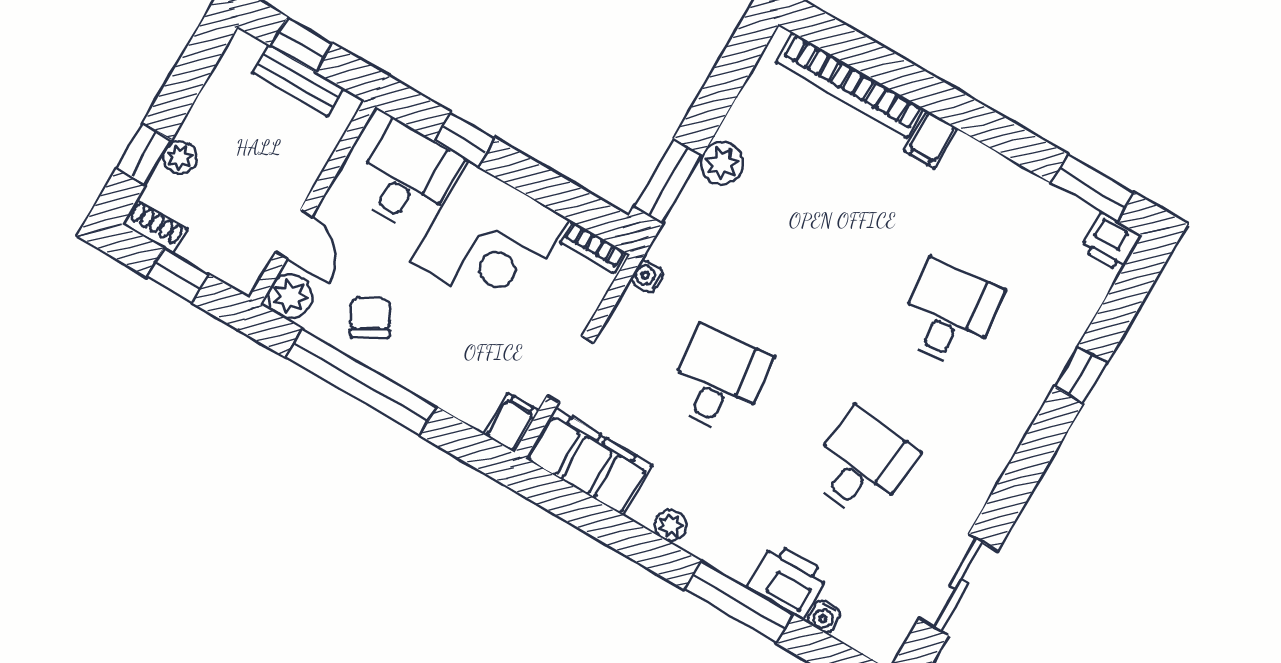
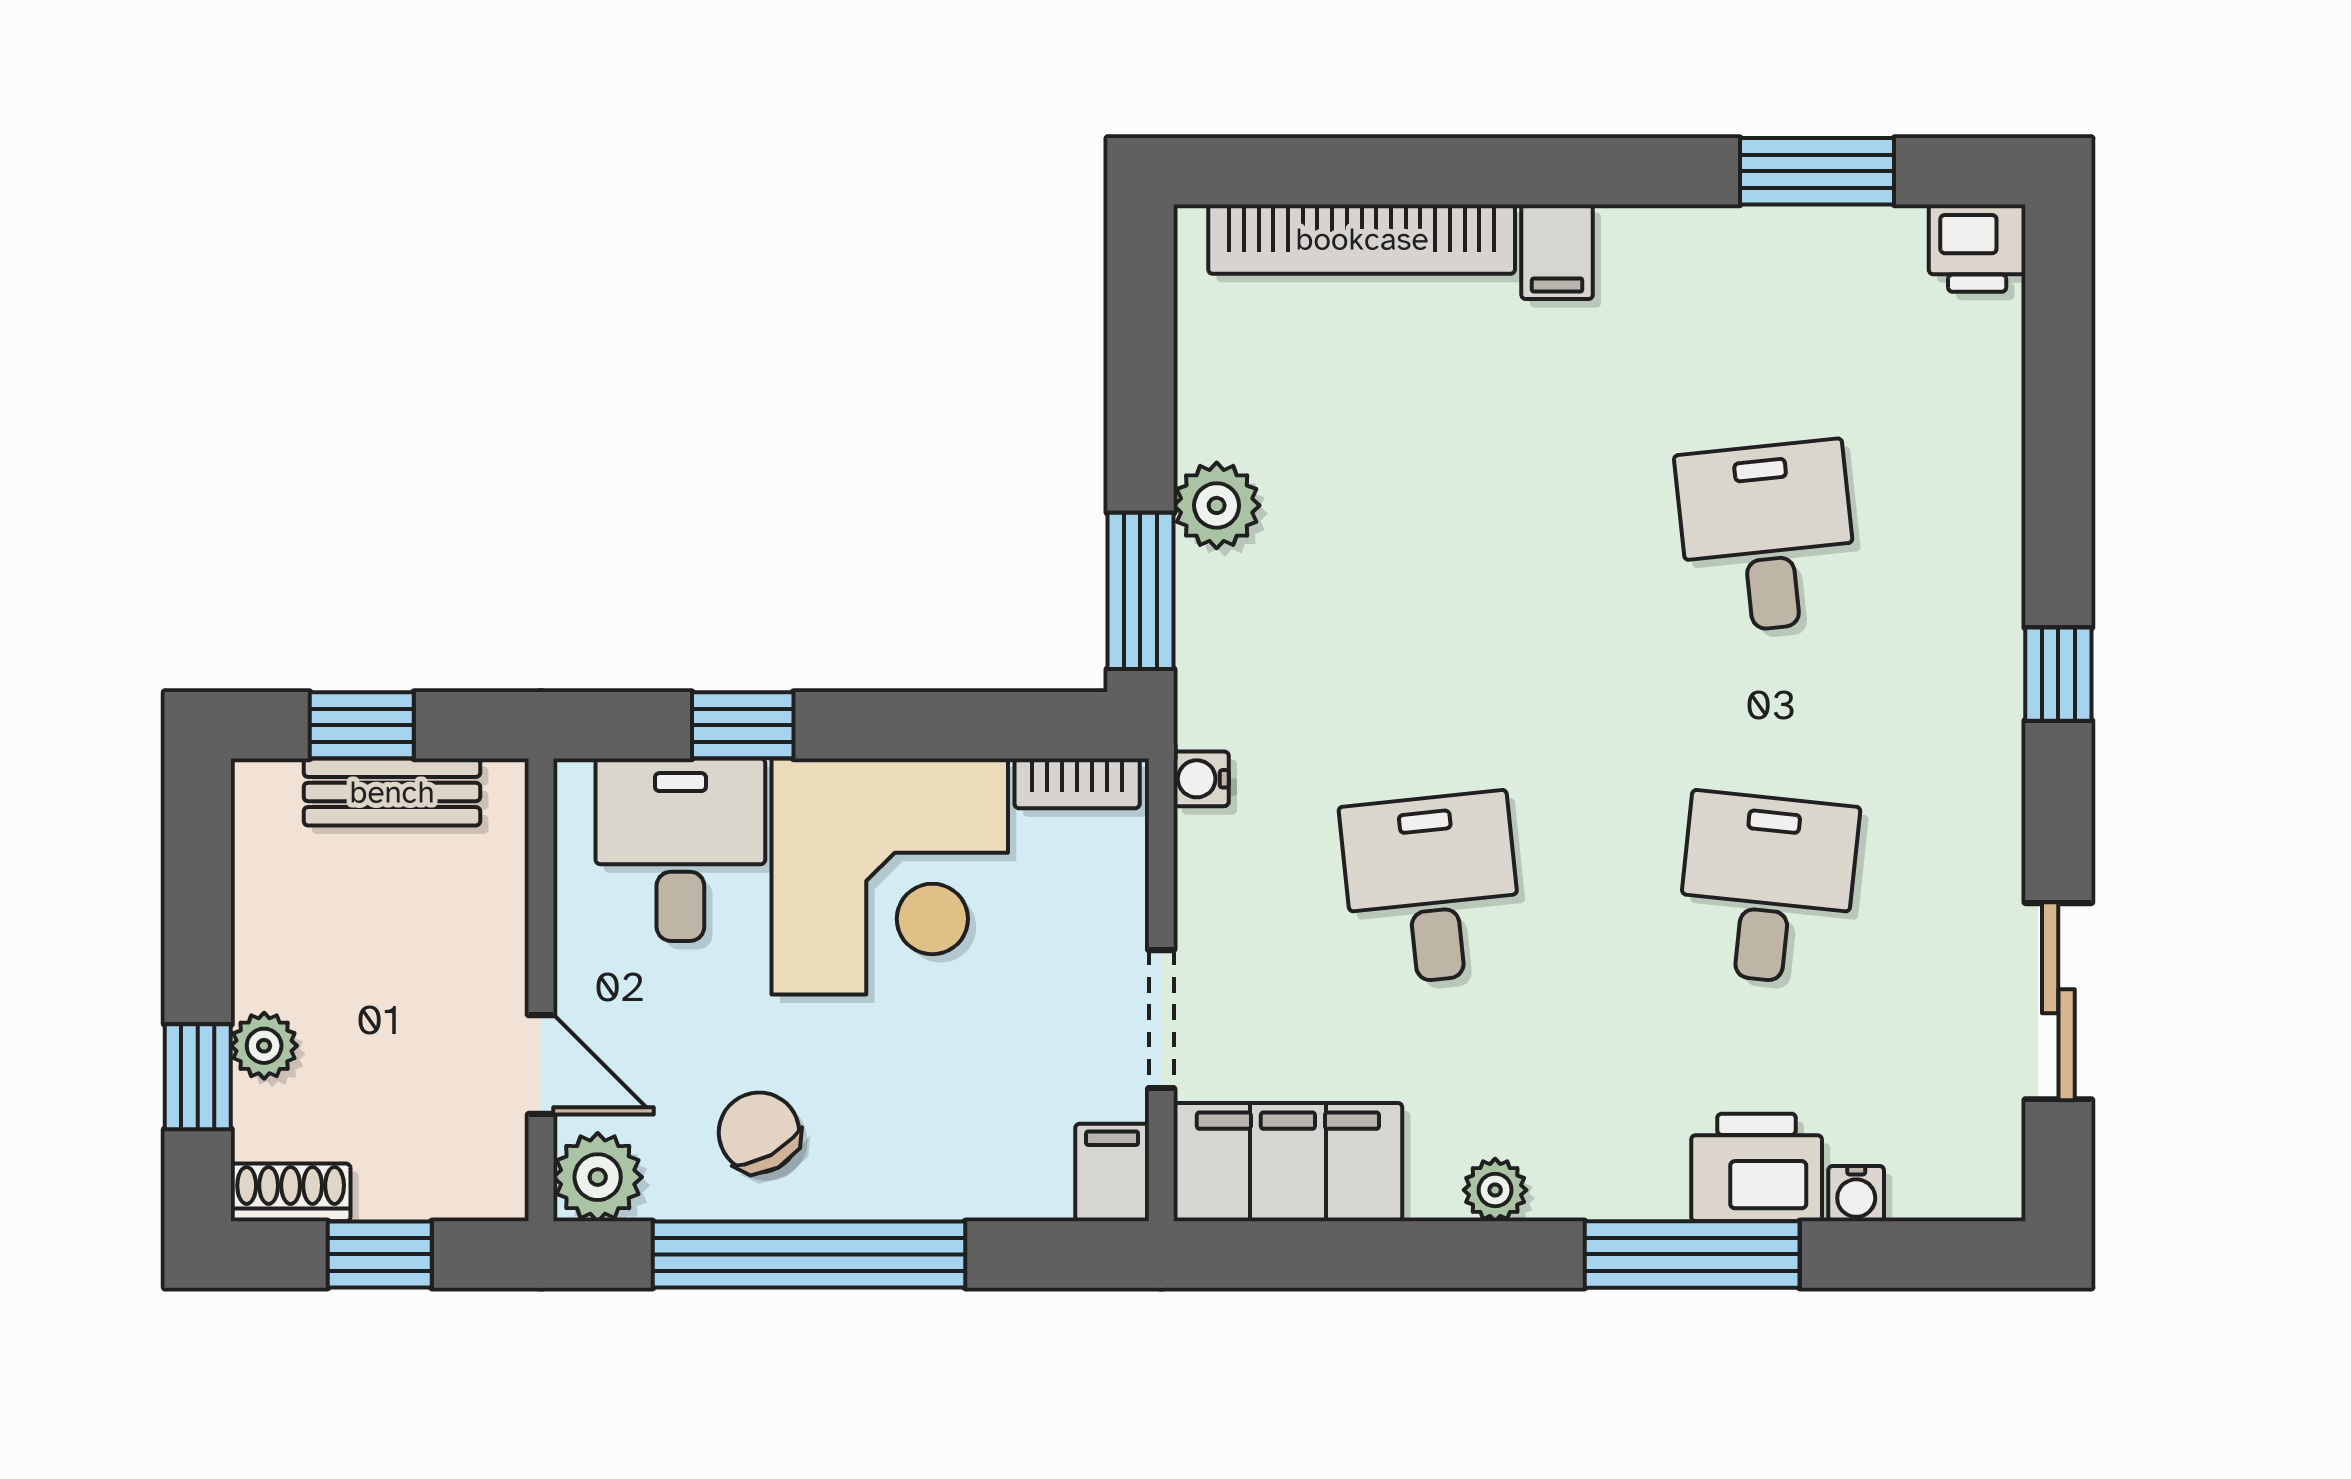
window: (1093, 188) -> (1817, 171), moved
window: (1081, 375) -> (2058, 674), moved

